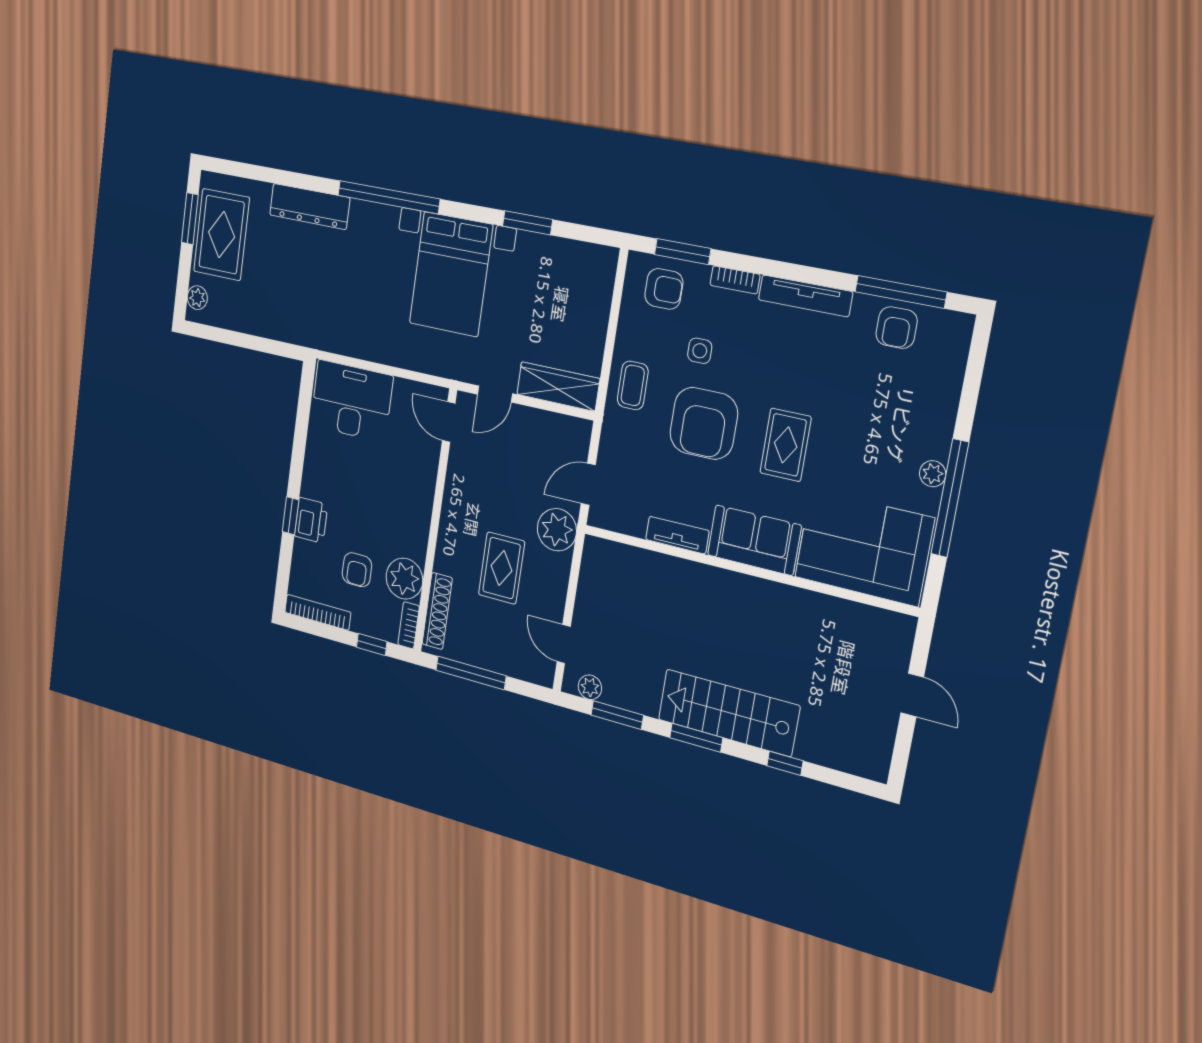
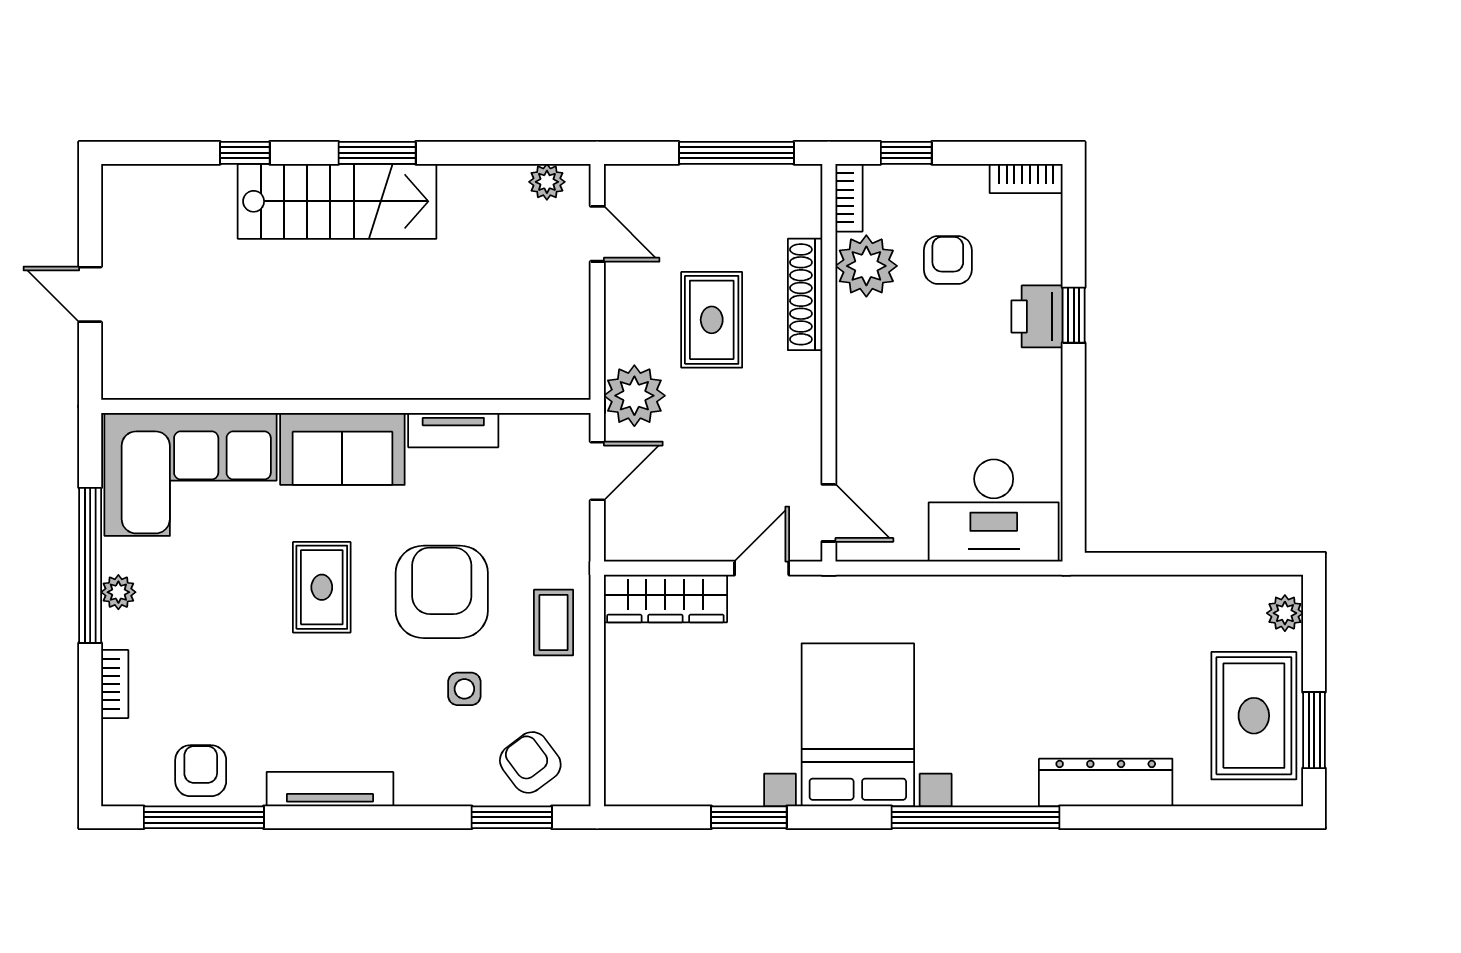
bookcase: (735, 280) -> (115, 684), moved, turned 90
armchair: (664, 289) -> (530, 762), turned 53
shoe rack: (437, 611) -> (805, 294), moved
bookcase: (318, 612) -> (1026, 178), width x0.64
window: (617, 715) -> (499, 153), removed

